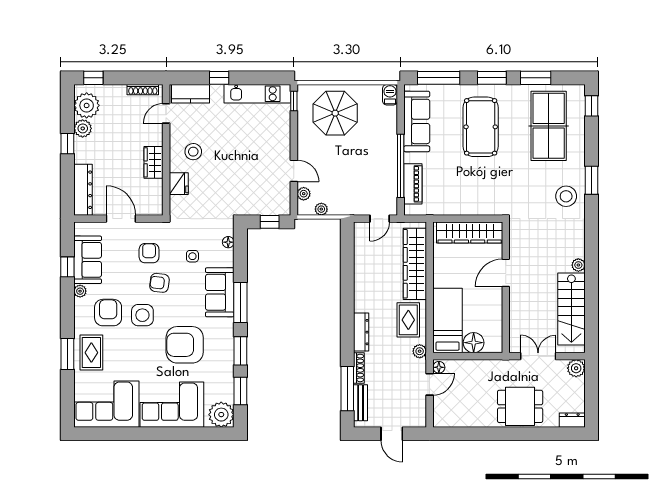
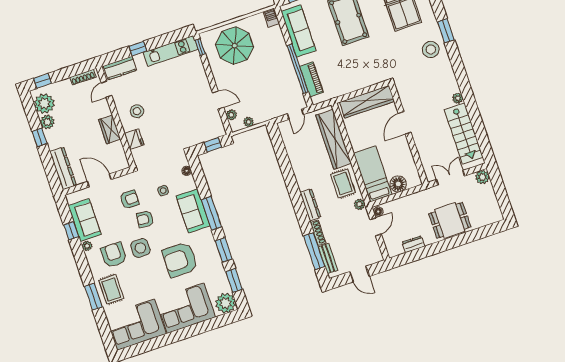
armchair: (149, 253) -> (129, 199), turned 90
dresser: (572, 420) -> (413, 244), moved

